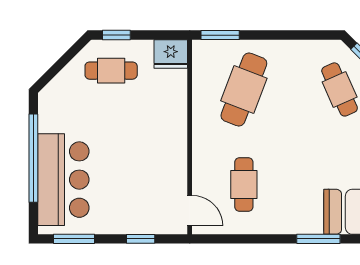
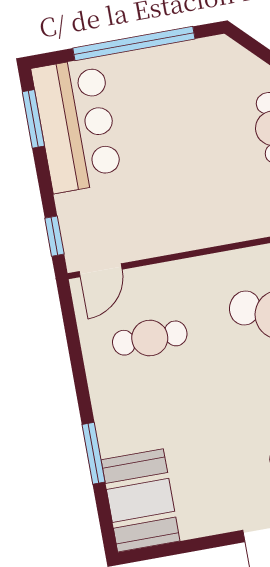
bar counter: (63, 180) -> (77, 125), moved, turned -90
window: (141, 239) -> (54, 236), moved

